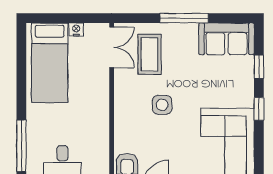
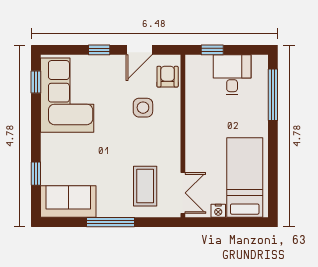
double door: (112, 47) -> (183, 193), swing flipped
side table: (162, 105) -> (143, 108), moved
window: (259, 109) -> (36, 82), moved

